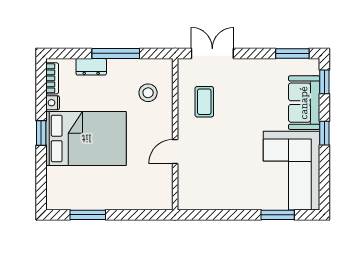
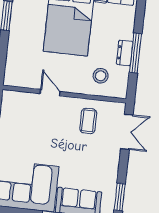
dresser: (91, 67) -> (125, 53), moved
coffee table: (204, 102) -> (88, 121), turned 90

